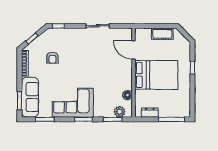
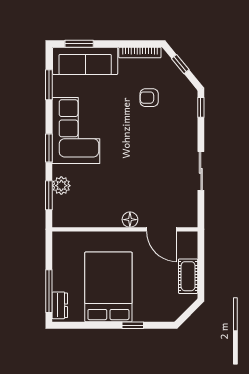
door: (133, 50) -> (162, 229), swing flipped
bed: (156, 75) -> (108, 287), moved, turned 180
floor lamp: (127, 95) -> (130, 220), moved
plant: (120, 112) -> (61, 186), moved
dresser: (150, 113) -> (60, 305), moved

